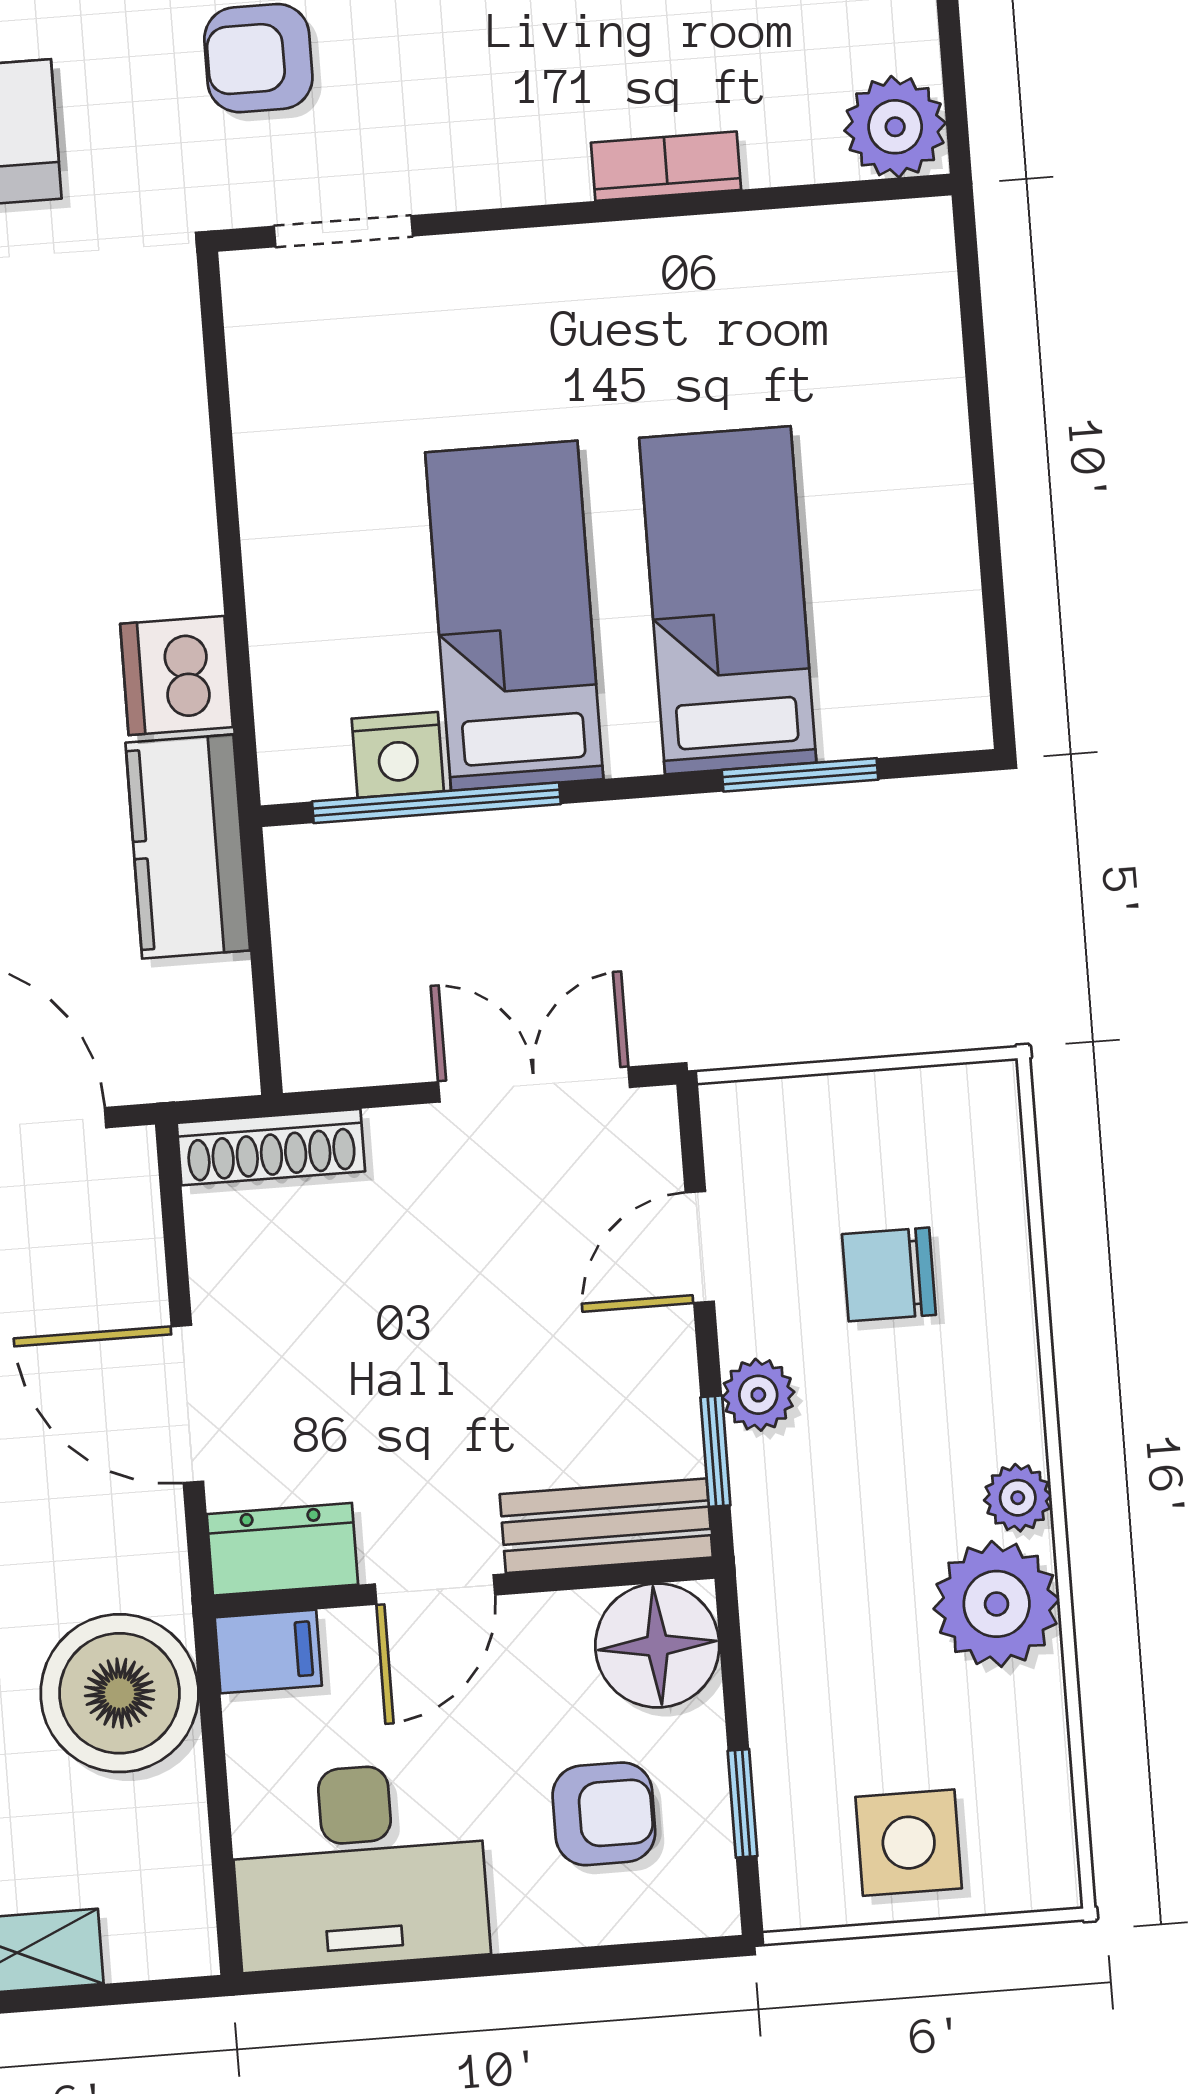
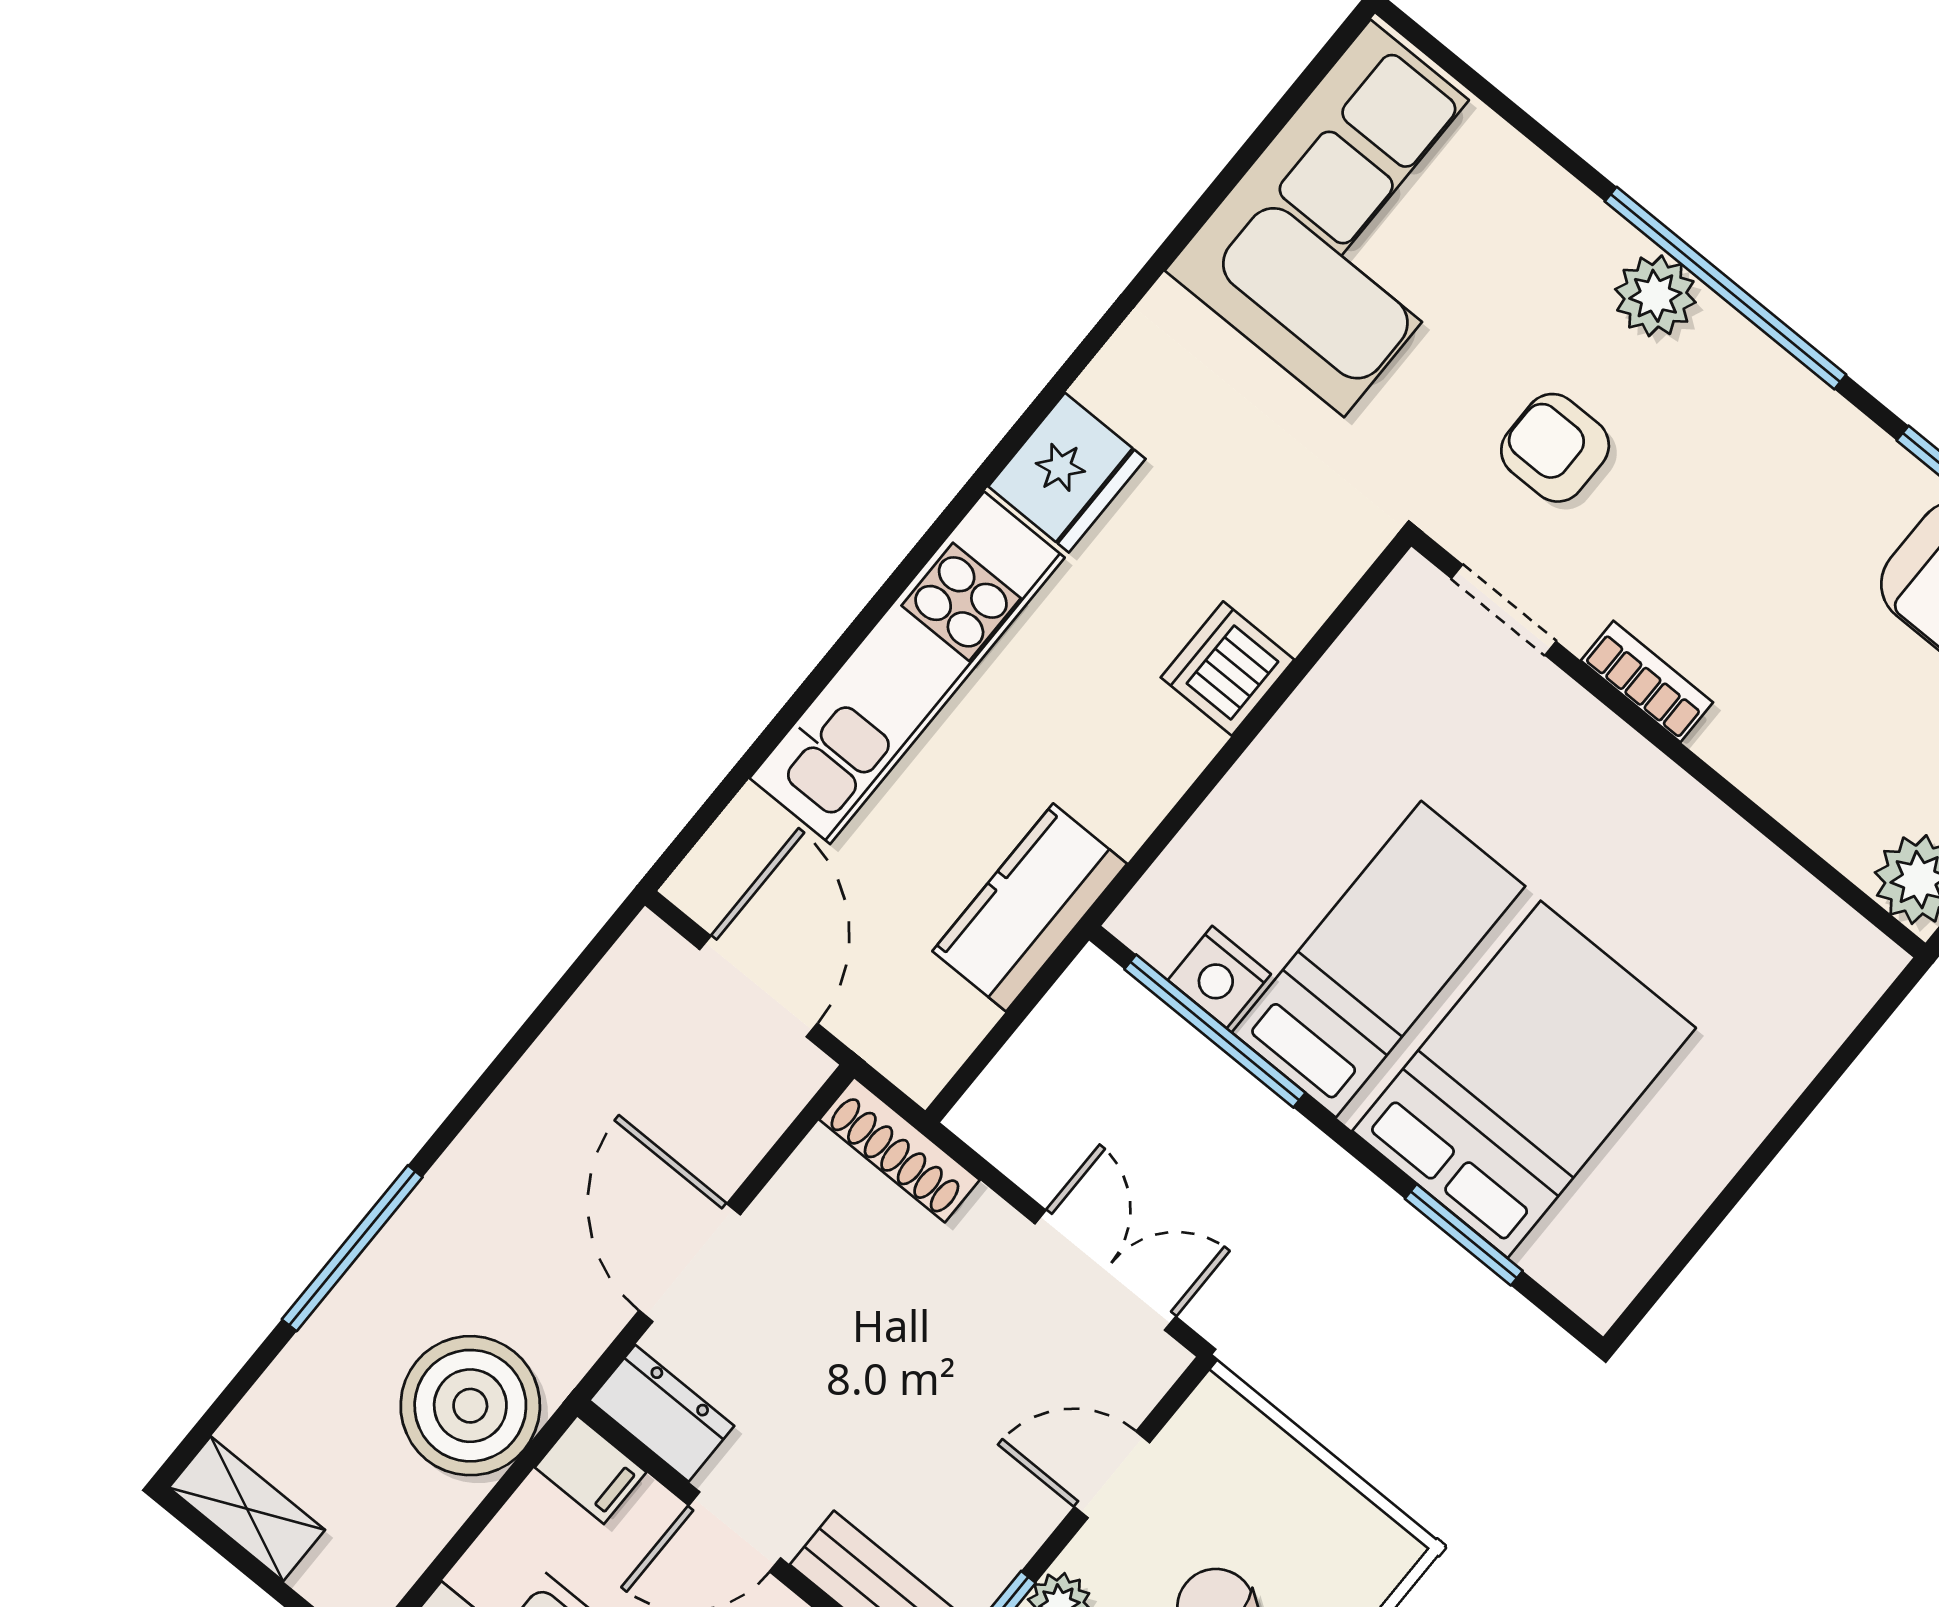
bookcase: (666, 166) -> (1647, 681), moved
bed: (728, 600) -> (1524, 1079), width x1.50
dishwasher: (177, 675) -> (1227, 668), moved

